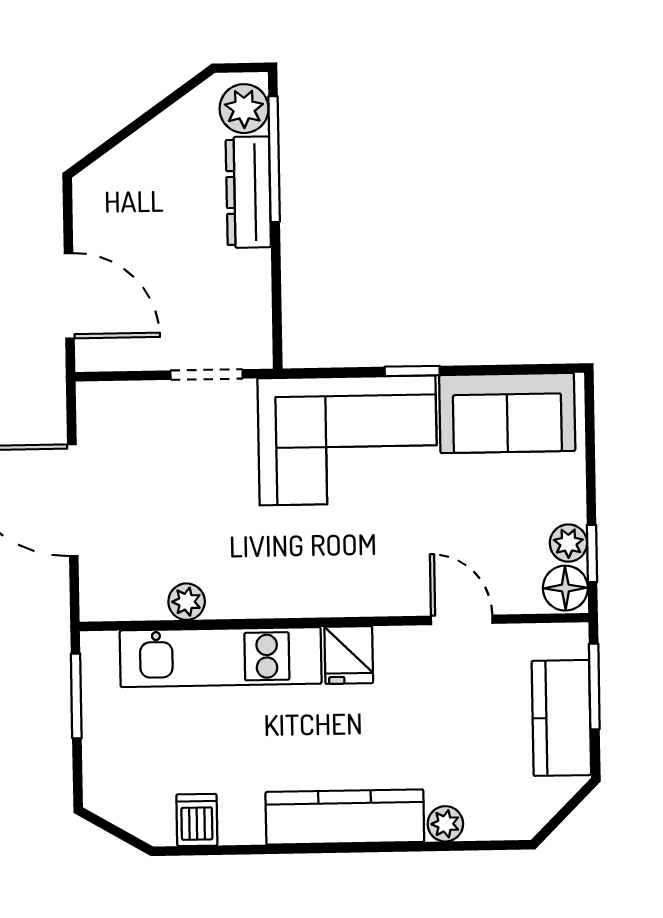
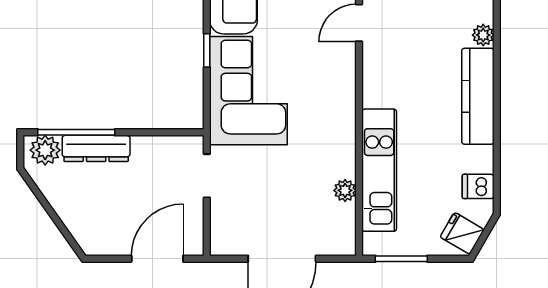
fridge: (349, 655) -> (462, 233), moved, turned -150

